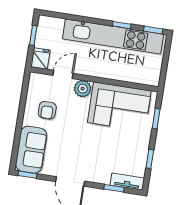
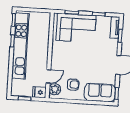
door: (63, 74) -> (48, 76), swing flipped
plant: (83, 89) -> (55, 89), moved
corner sofa: (119, 107) -> (76, 28), moved, turned 90

